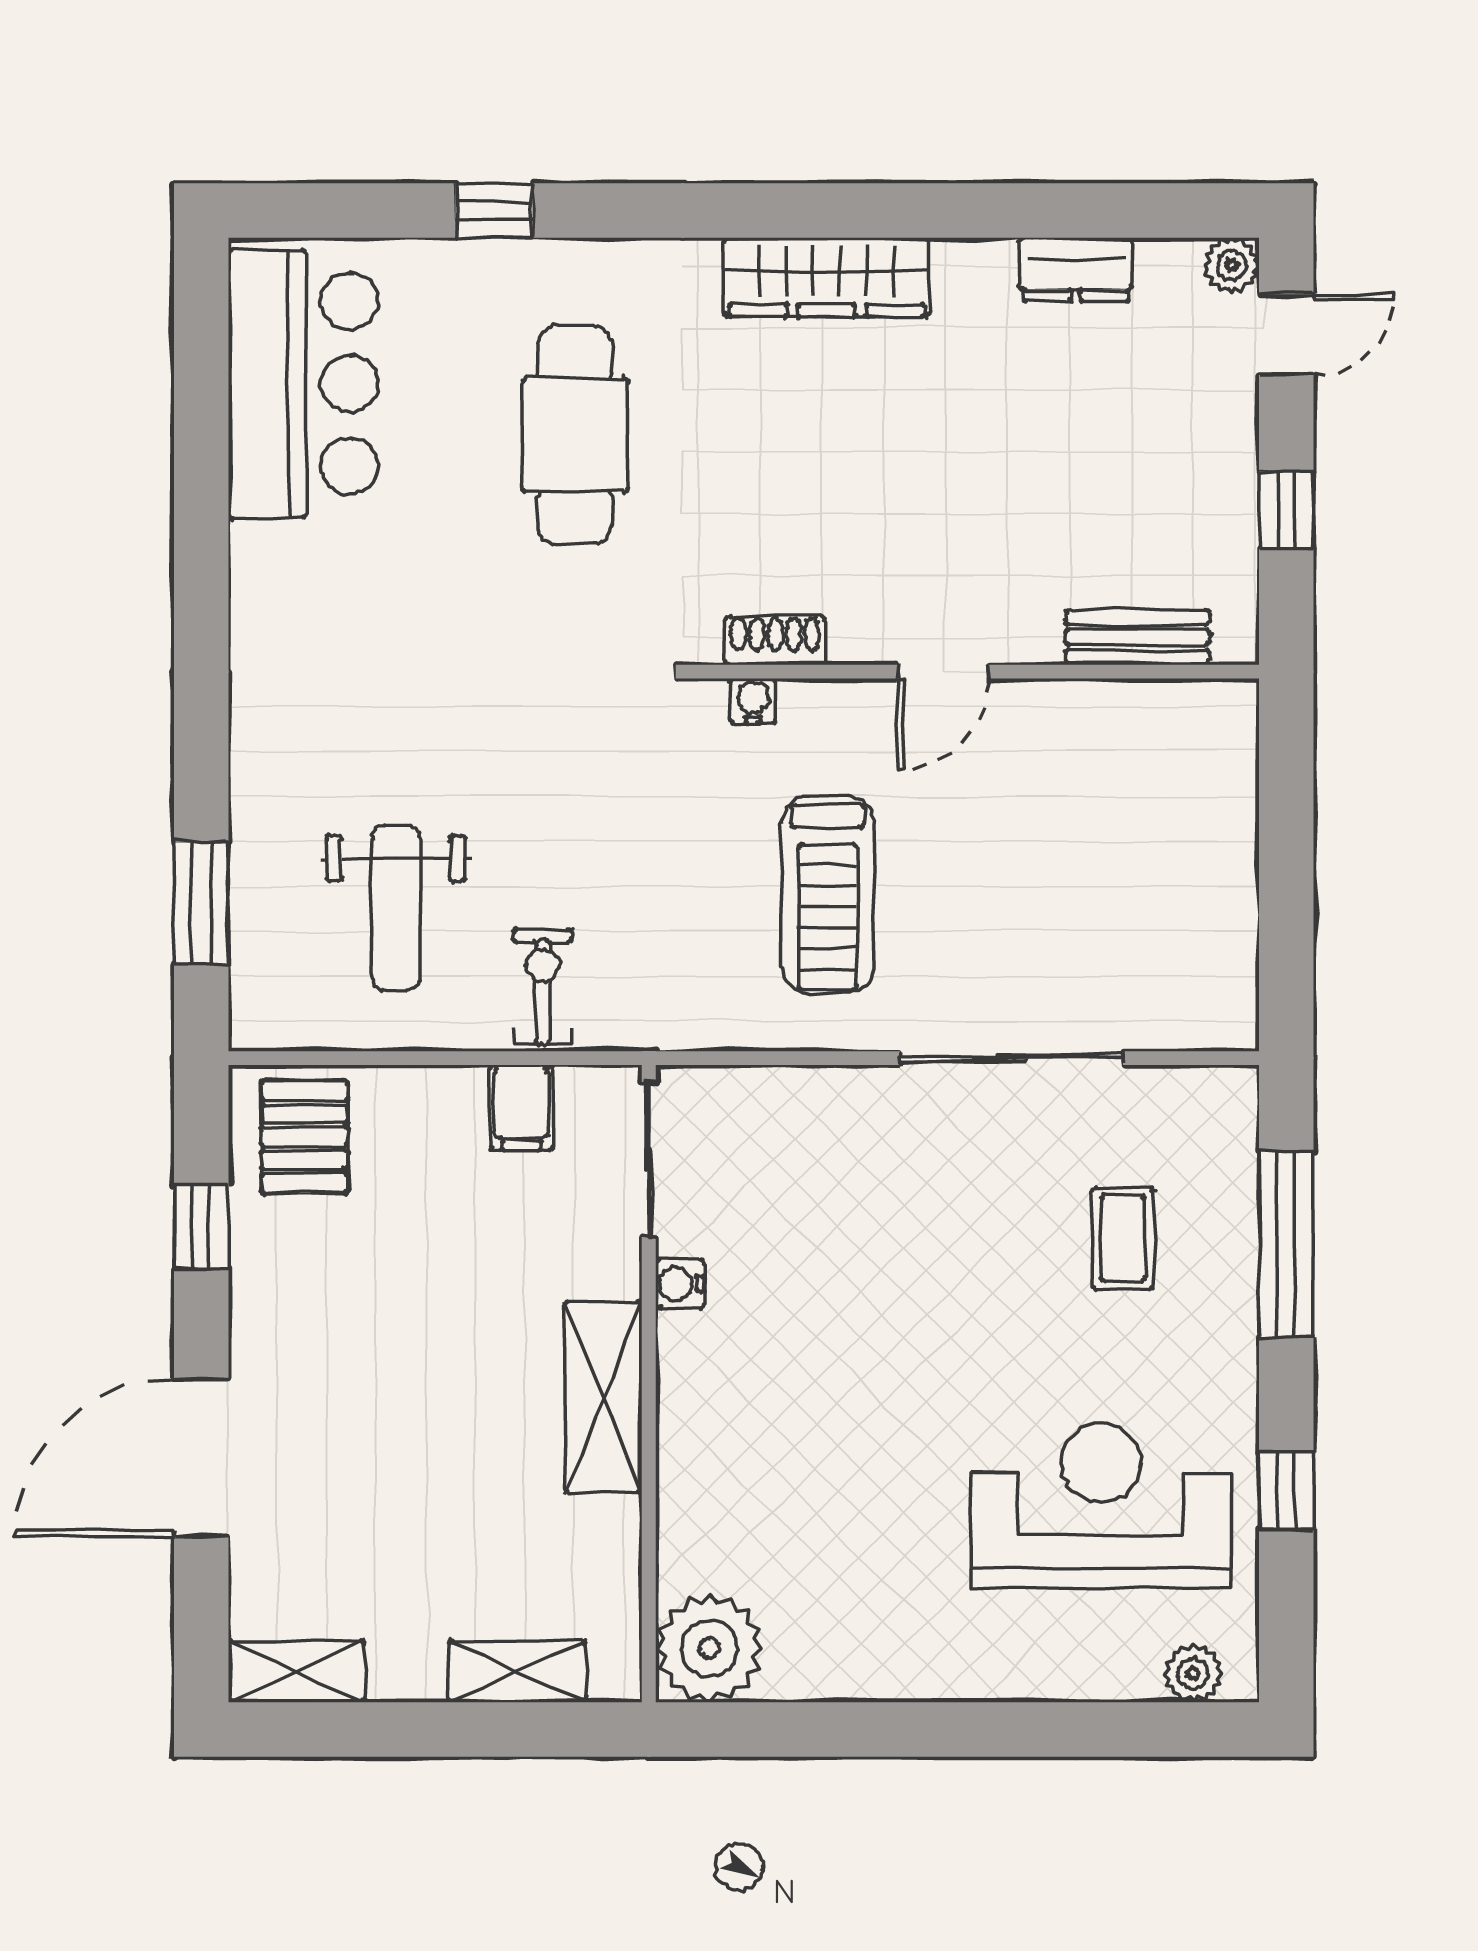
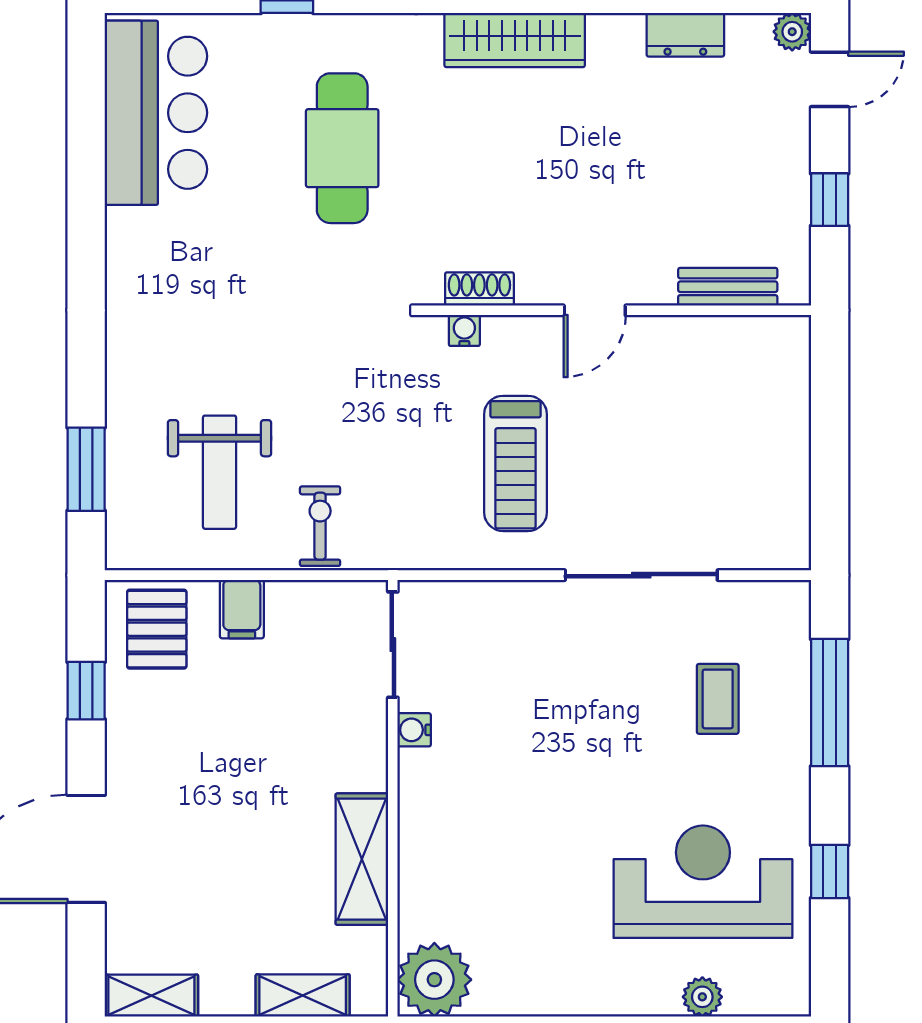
filing cabinet: (521, 1108) -> (242, 609), moved
shelving: (604, 1397) -> (362, 859), moved
plant: (1193, 1674) -> (702, 997), moved

